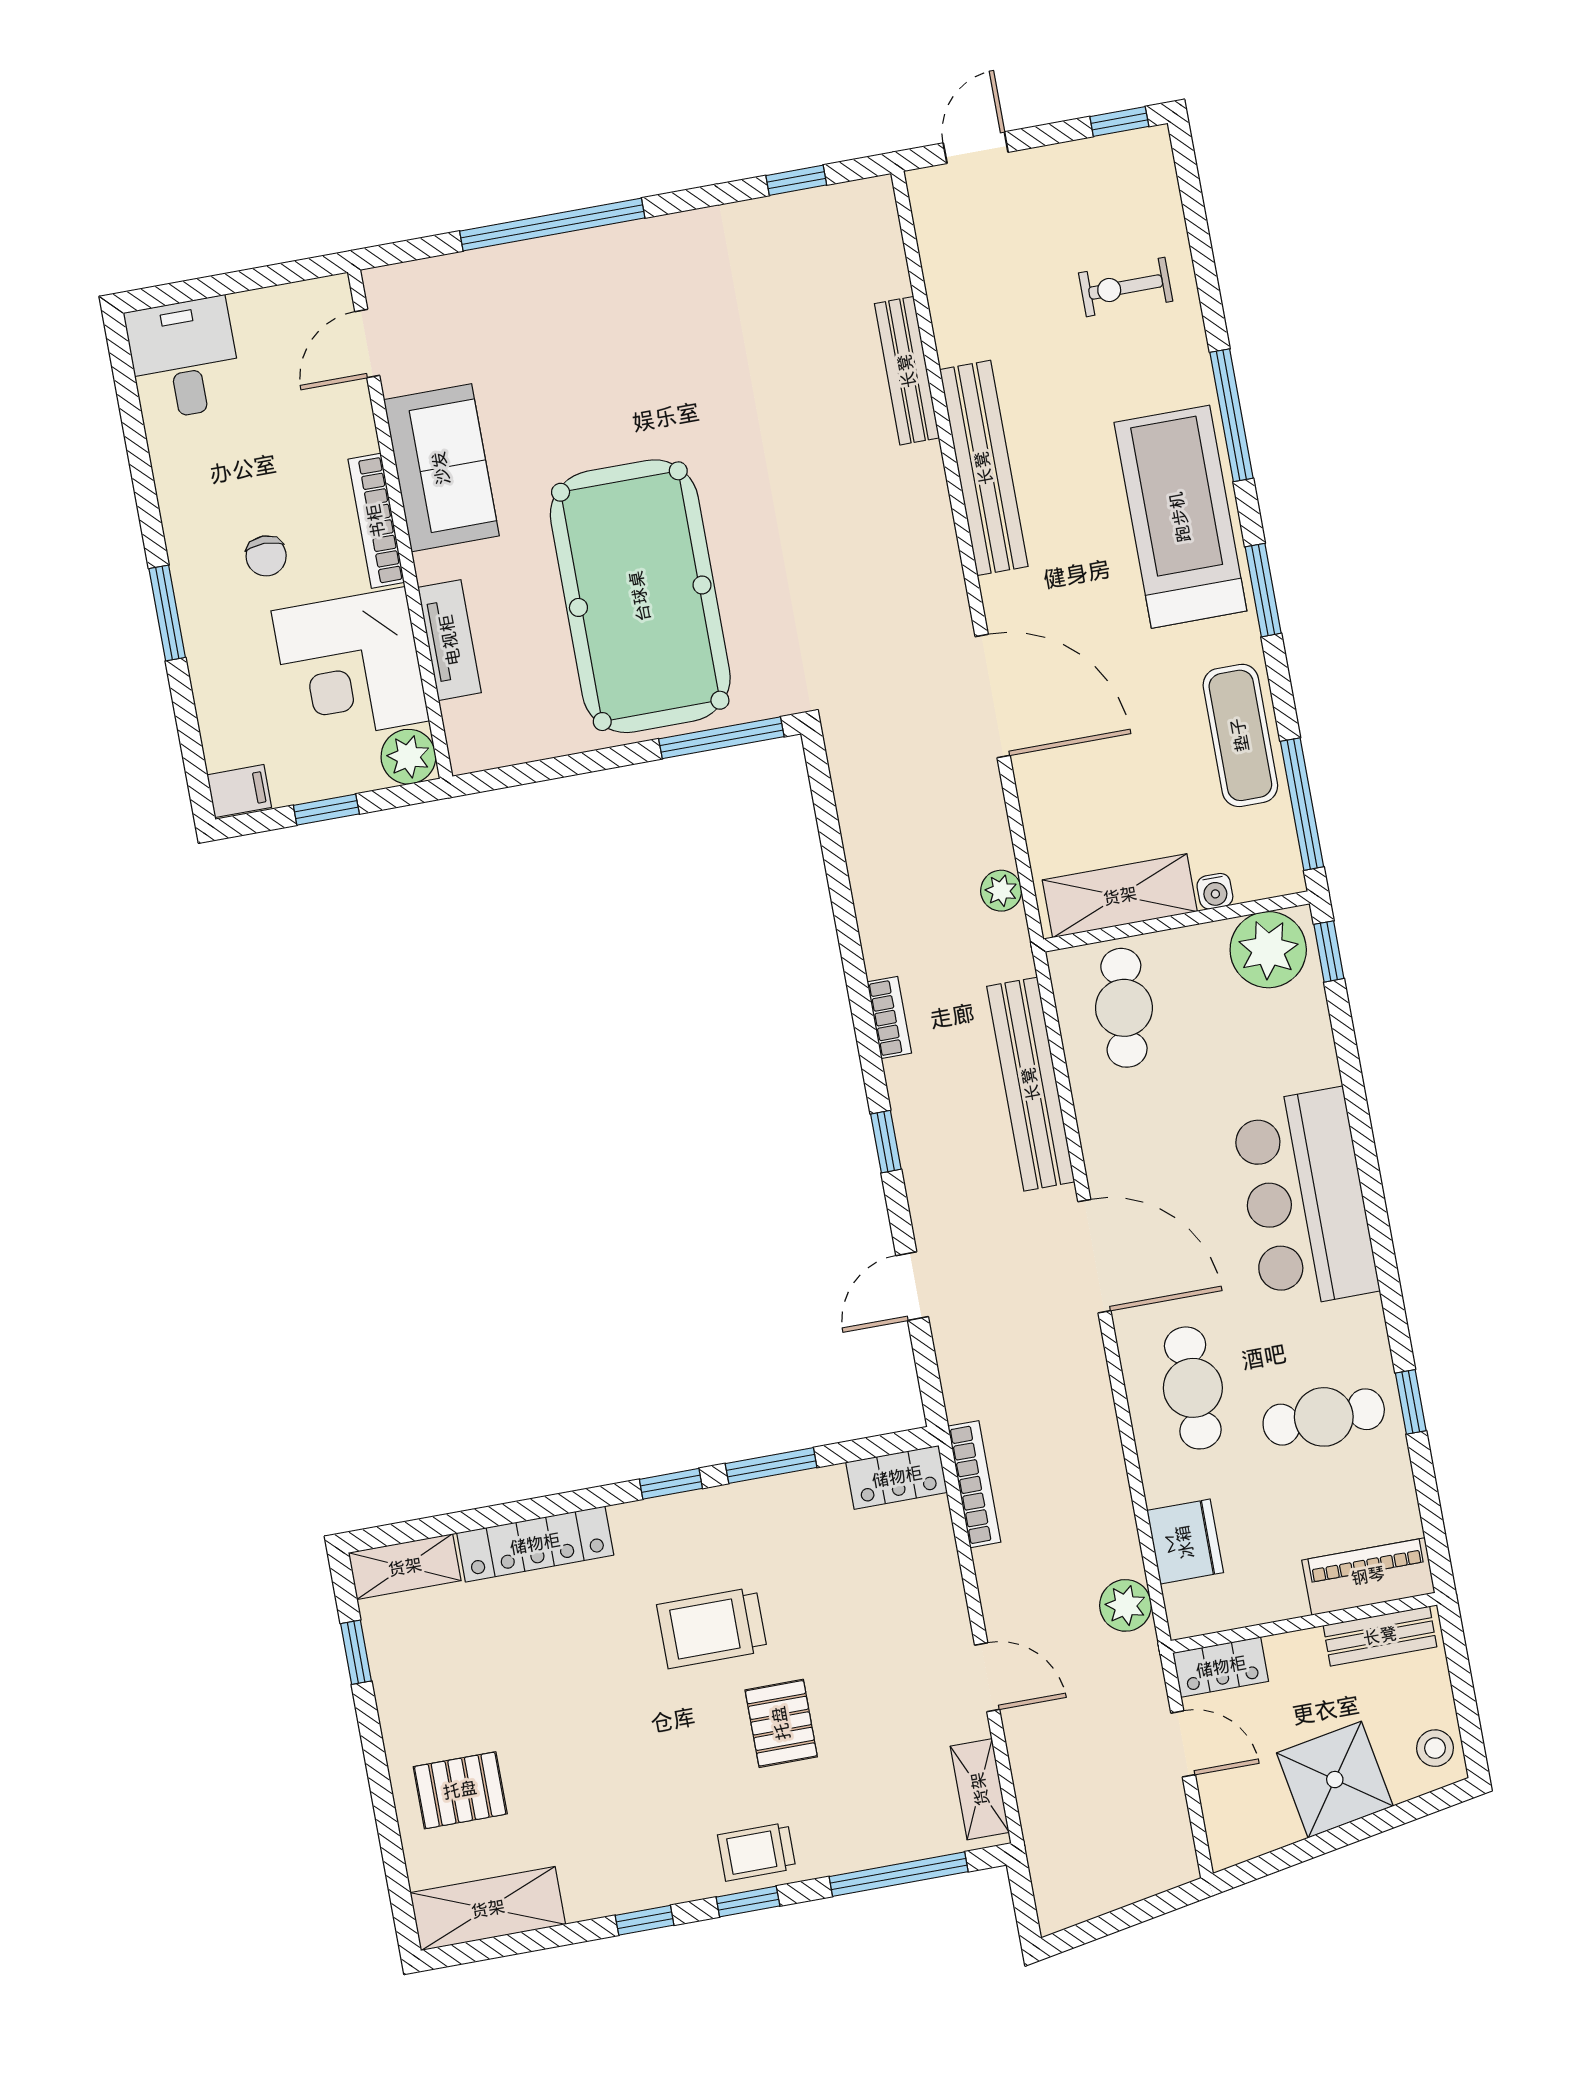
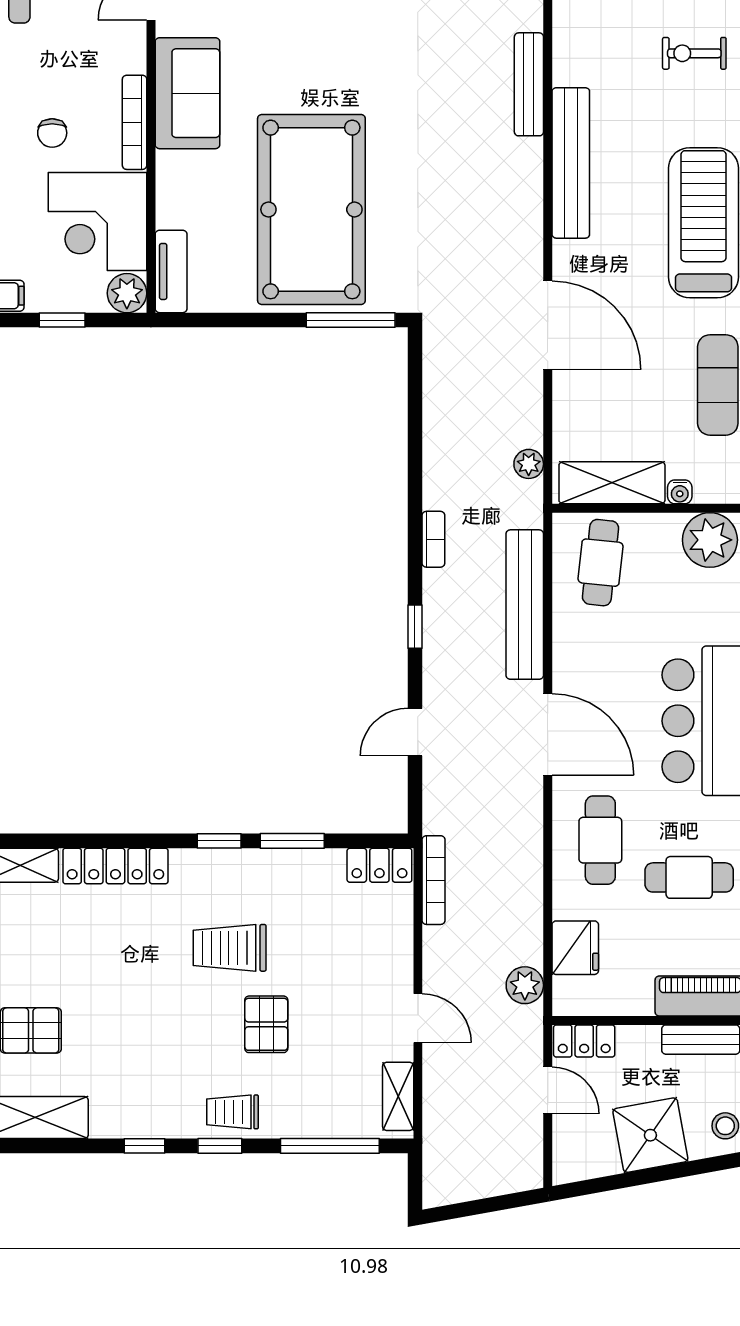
tv unit: (450, 640) -> (171, 271), moved

